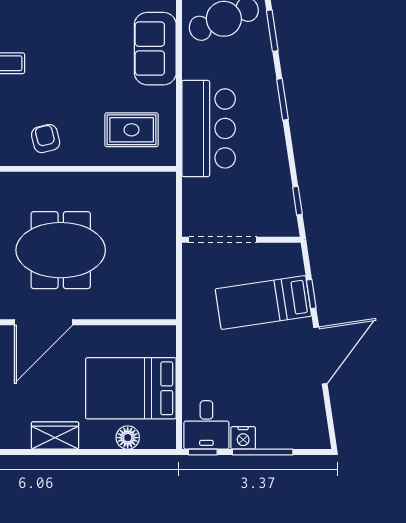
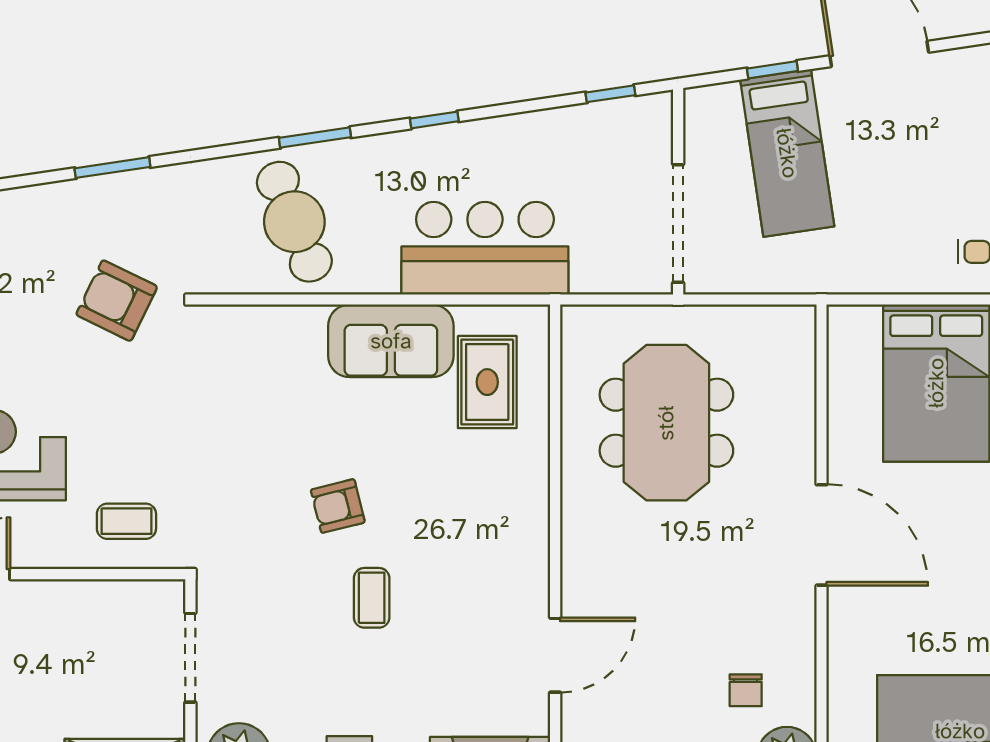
sofa: (155, 49) -> (391, 341), moved
window: (282, 99) -> (434, 120), width x0.67
armchair: (46, 139) -> (338, 506), moved
meeting table: (61, 250) -> (666, 423), moved

